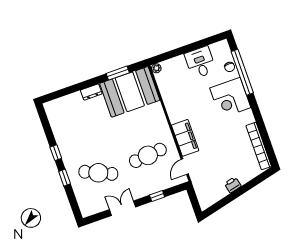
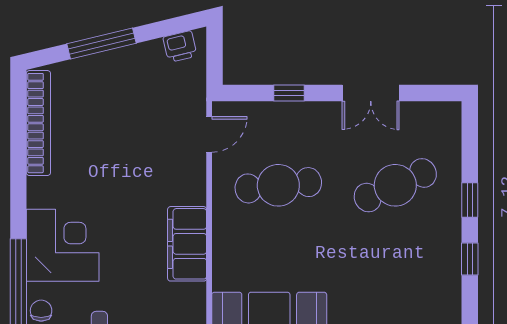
filing cabinet: (185, 138) -> (187, 244), moved
cafe table: (98, 173) -> (395, 185), turned -48
printer: (233, 185) -> (180, 47), moved
window: (244, 189) -> (102, 44), added

